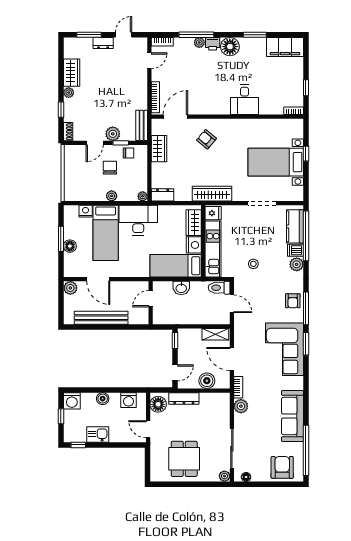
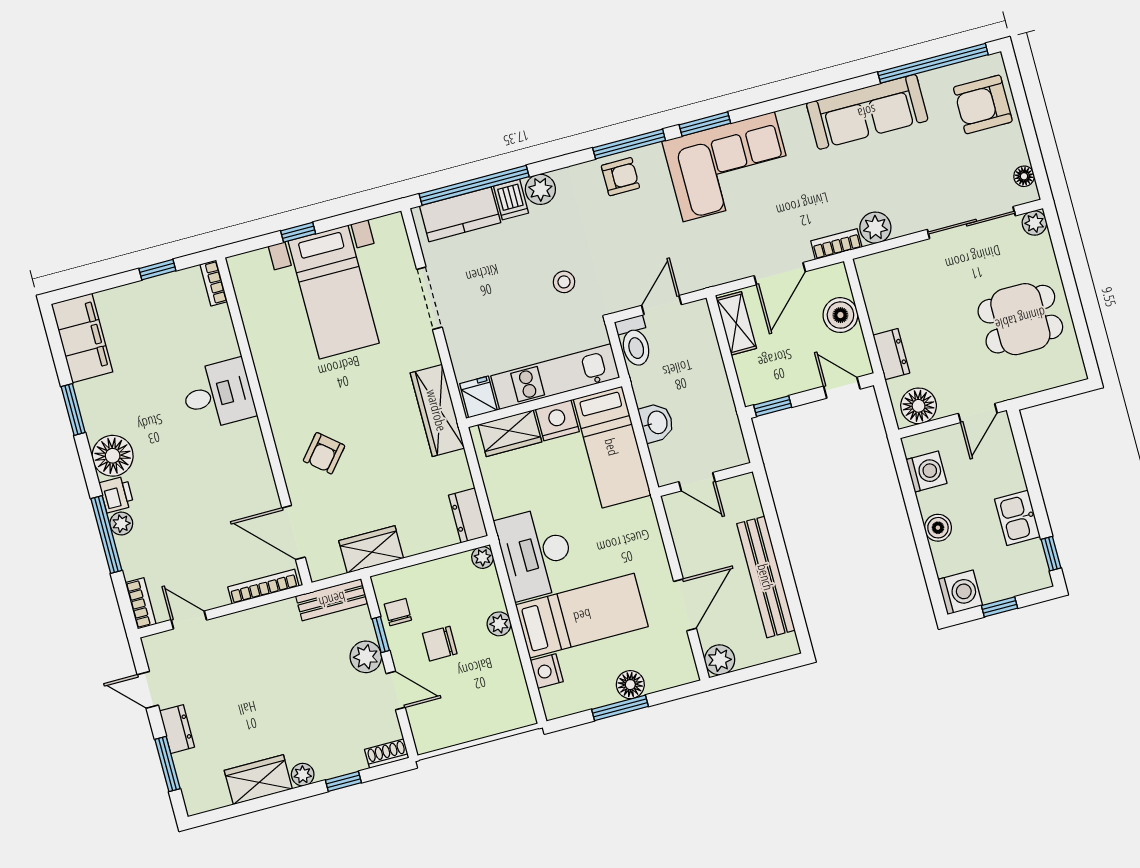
dresser: (184, 398) -> (891, 354), width x0.70

